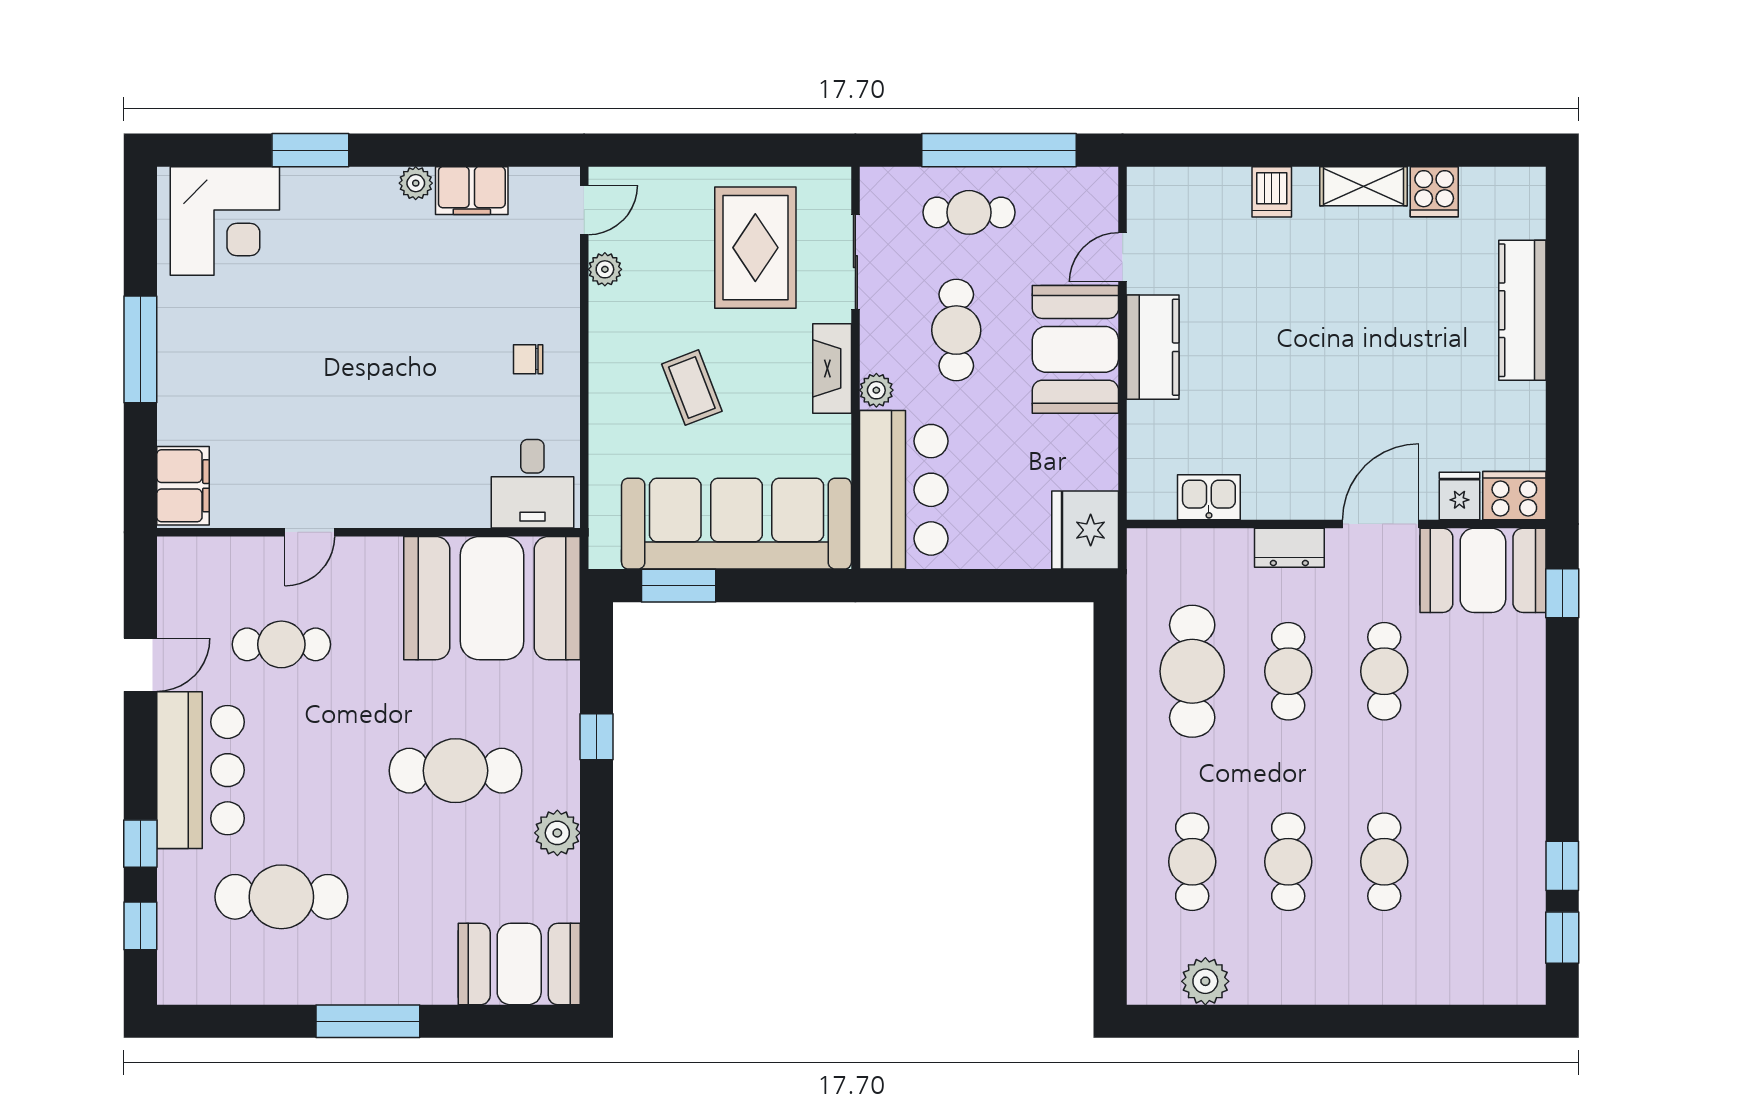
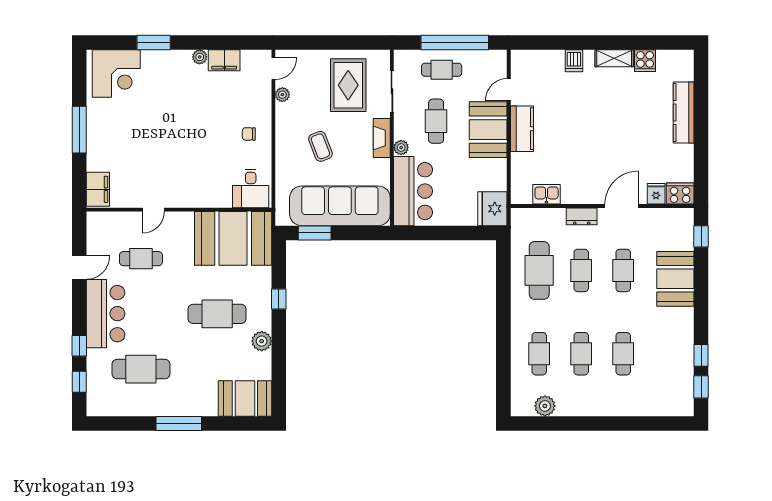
booth: (1483, 570) -> (675, 279), moved, turned 90

